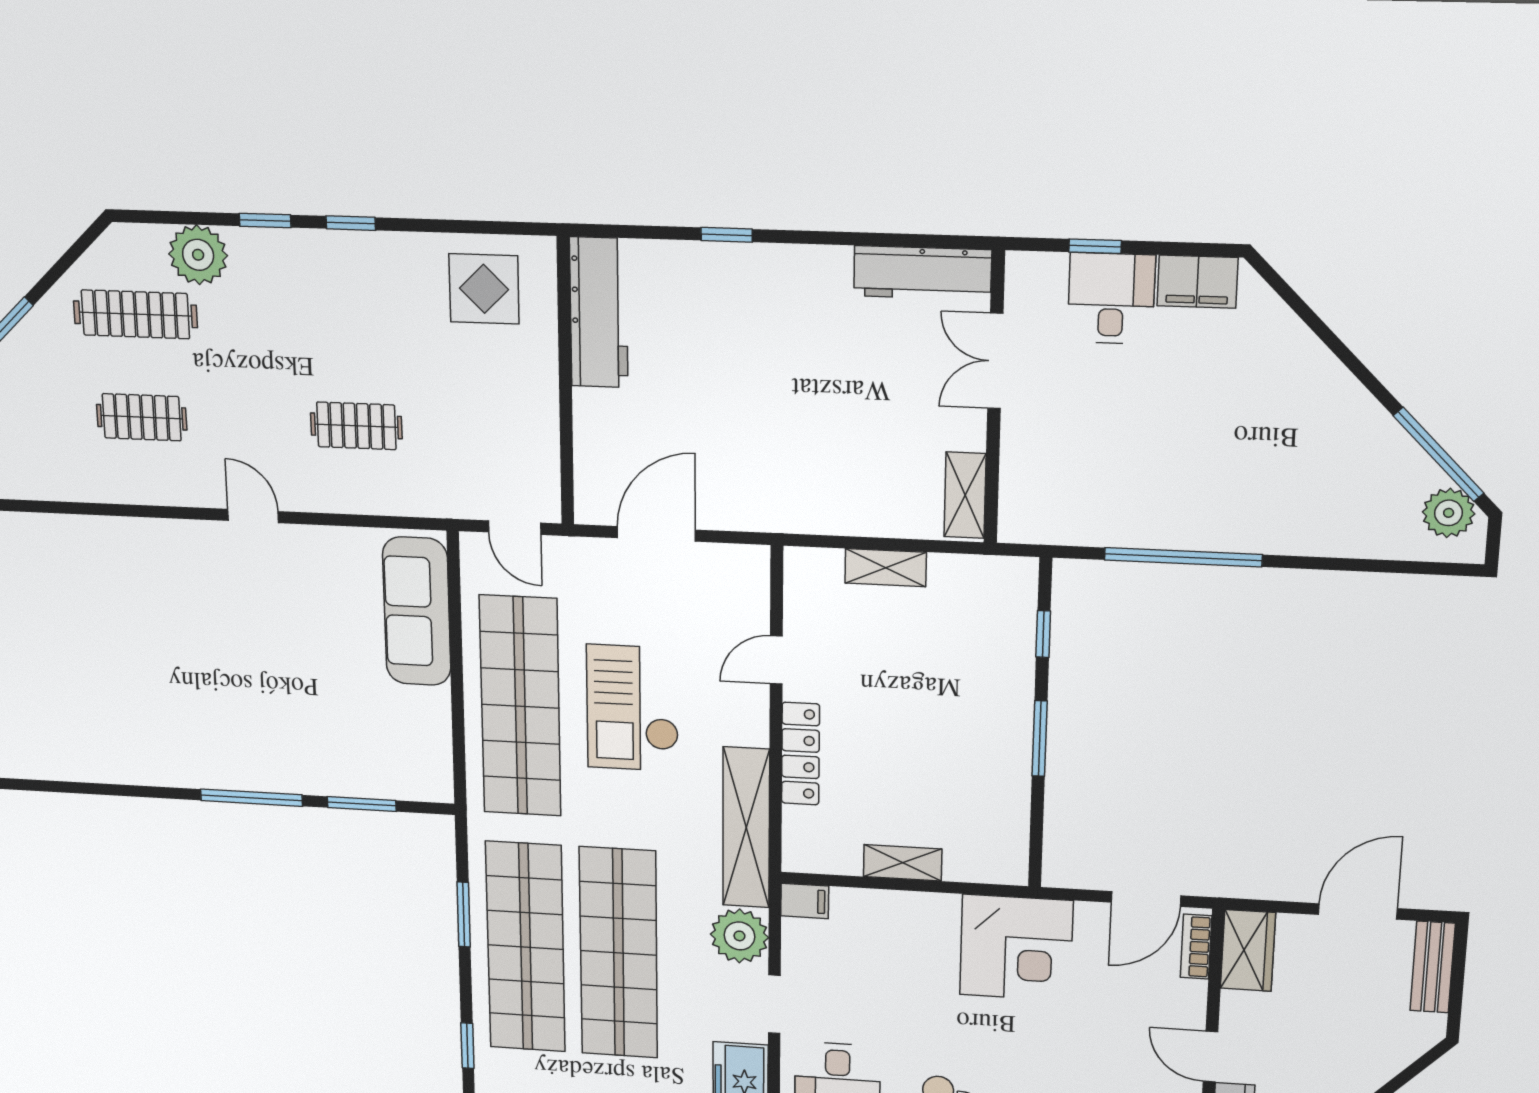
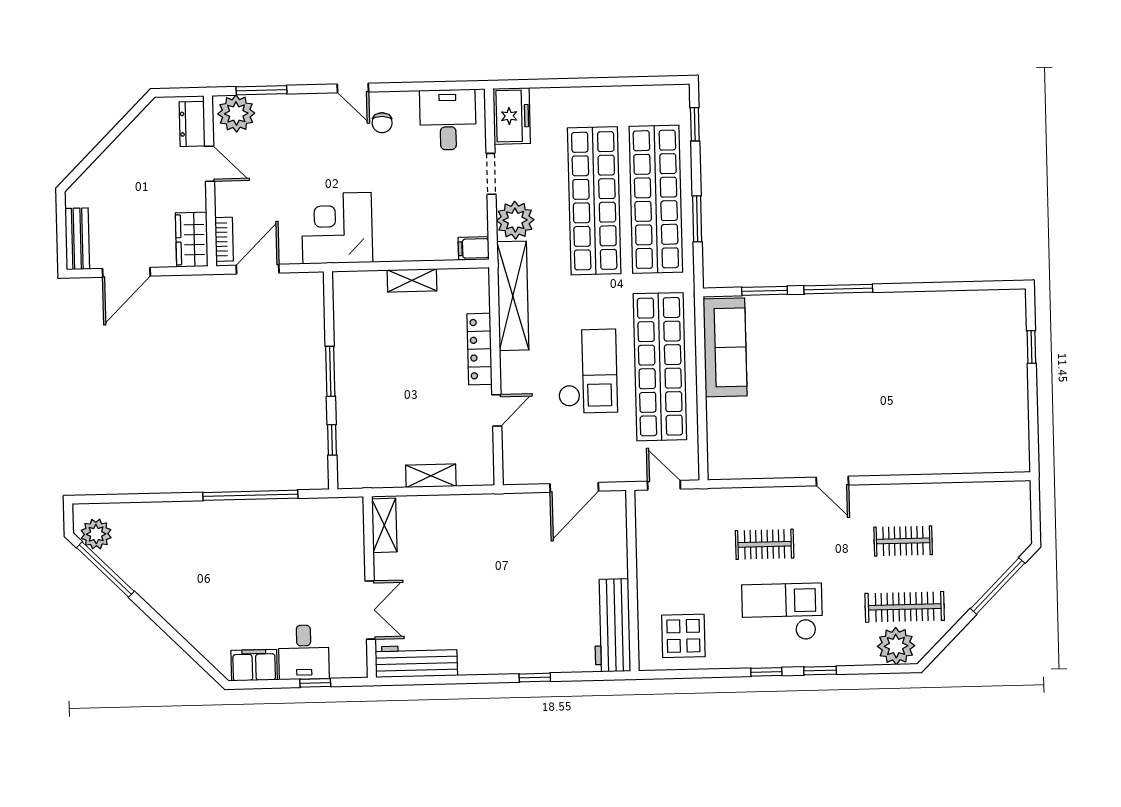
plant: (198, 255) -> (896, 646), moved
checkout: (327, 318) -> (782, 612), added
sofa: (417, 611) -> (725, 347), moved

